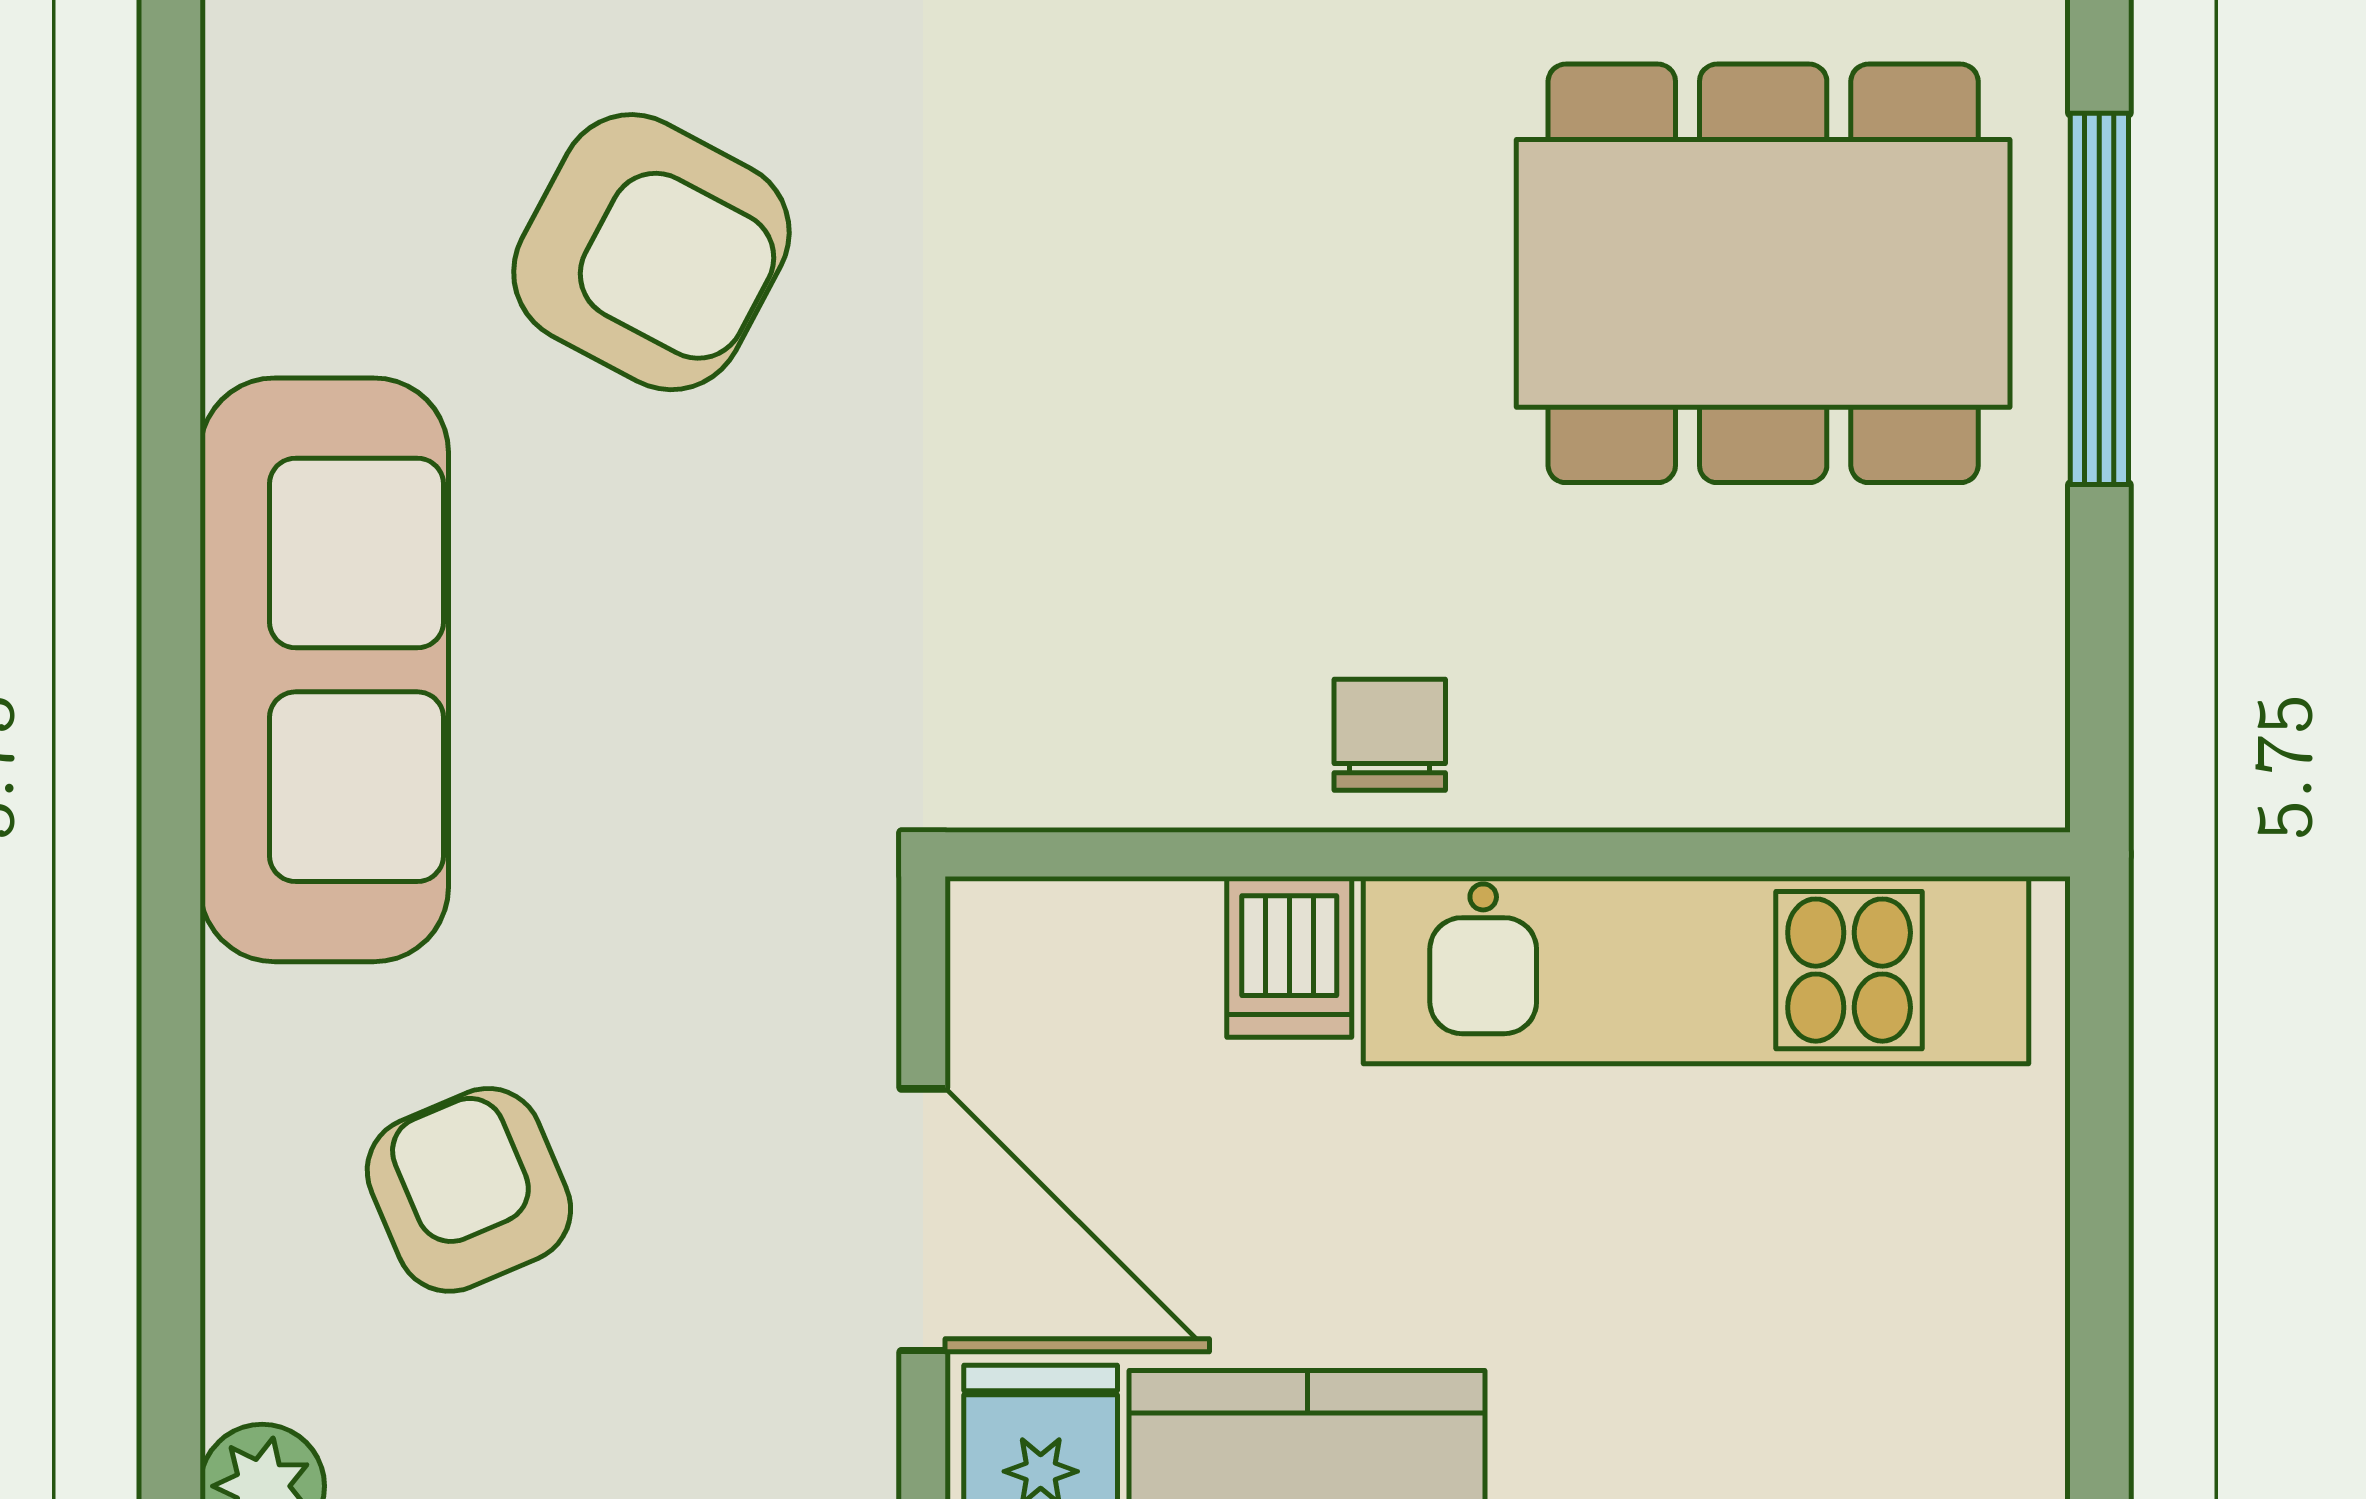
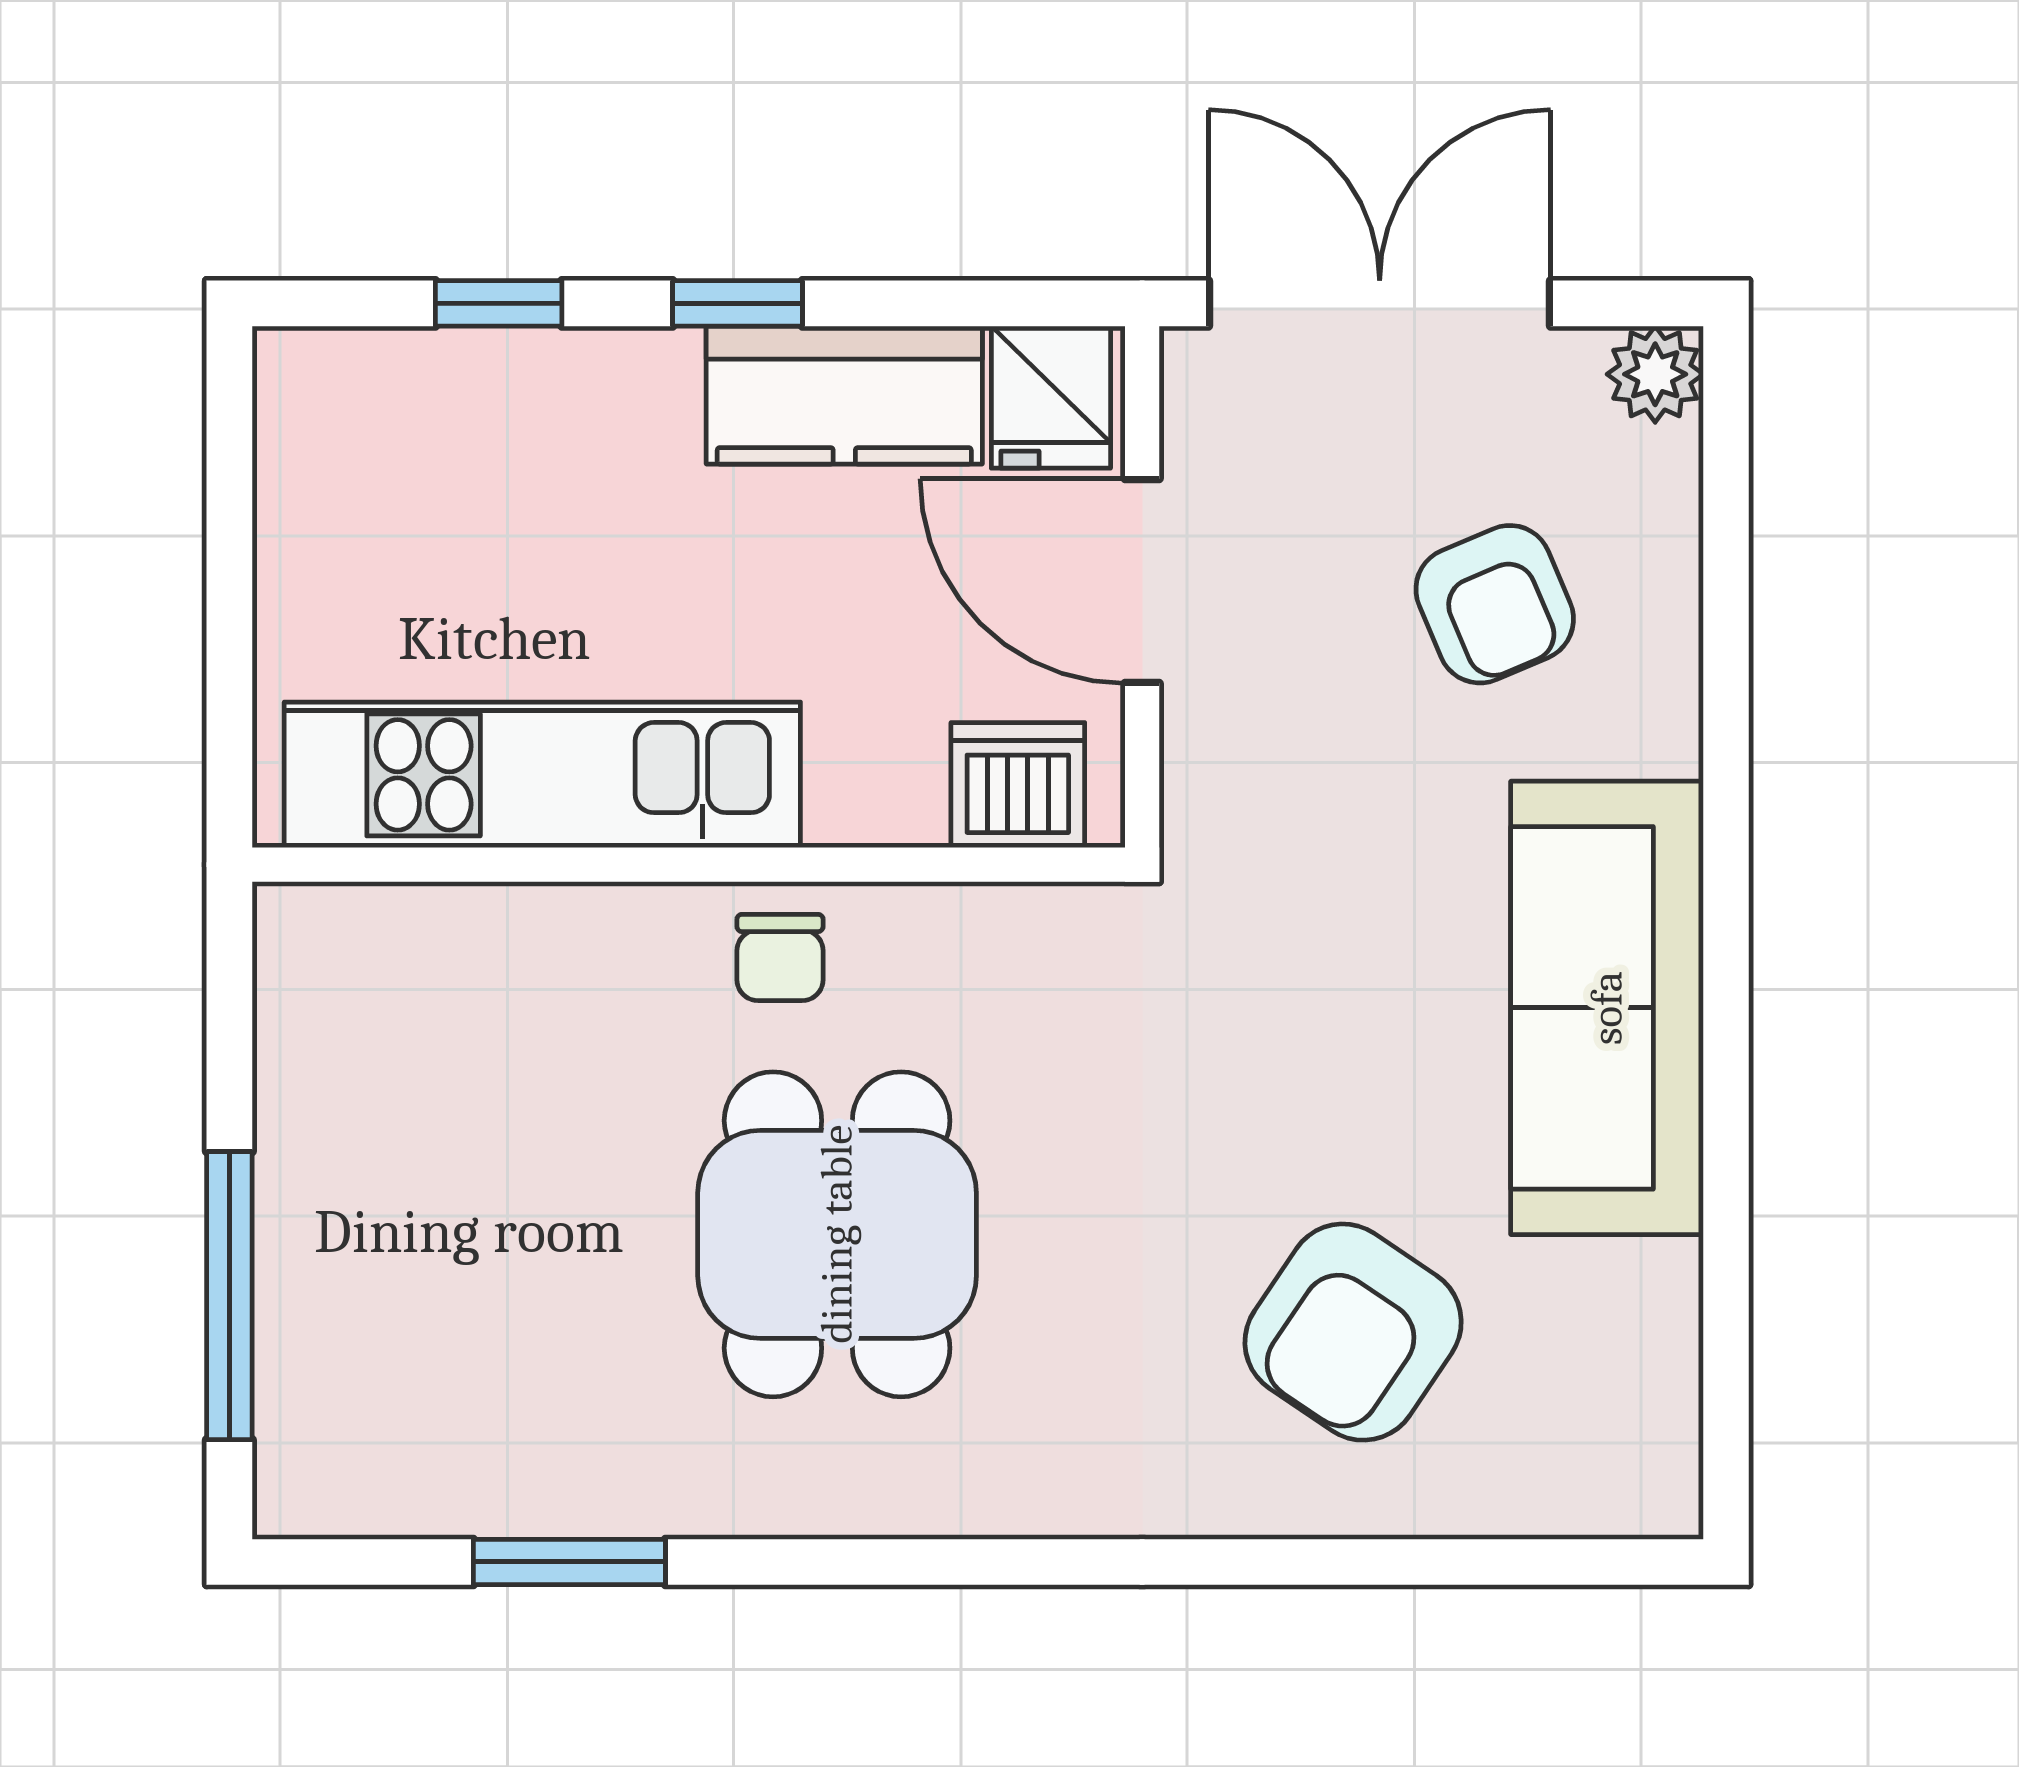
armchair: (651, 252) -> (1353, 1332), turned -84
dining table: (1763, 273) -> (837, 1234), moved, width x0.73
dishwasher: (1289, 957) -> (1018, 785), moved, width x1.38

